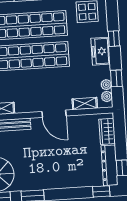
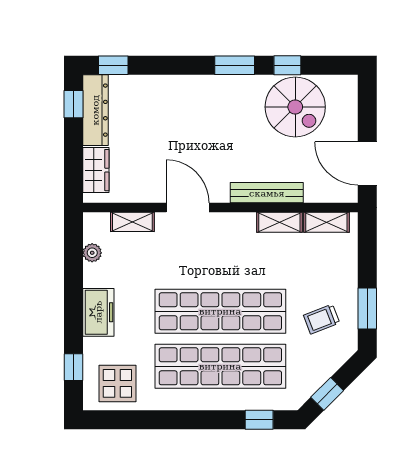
window: (114, 39) -> (73, 367), moved
window: (116, 78) -> (73, 263), removed
plant: (107, 96) -> (92, 232), removed

